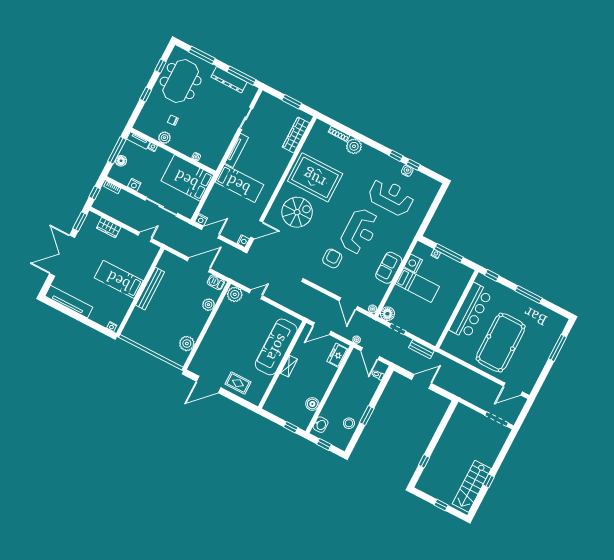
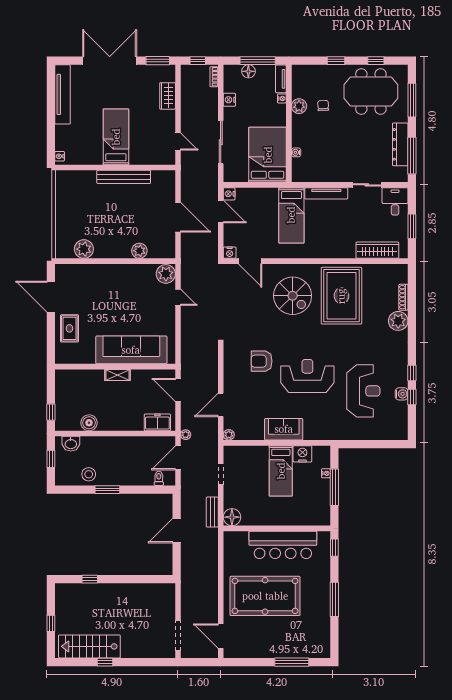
desk: (268, 104) -> (395, 201), added
reception desk: (360, 231) -> (307, 376), turned 180
armchair: (332, 258) -> (262, 361), turned 180
barbecue: (216, 282) -> (168, 246), removed
floor lamp: (387, 314) -> (232, 517), moved
door: (421, 381) -> (177, 531), swing flipped

